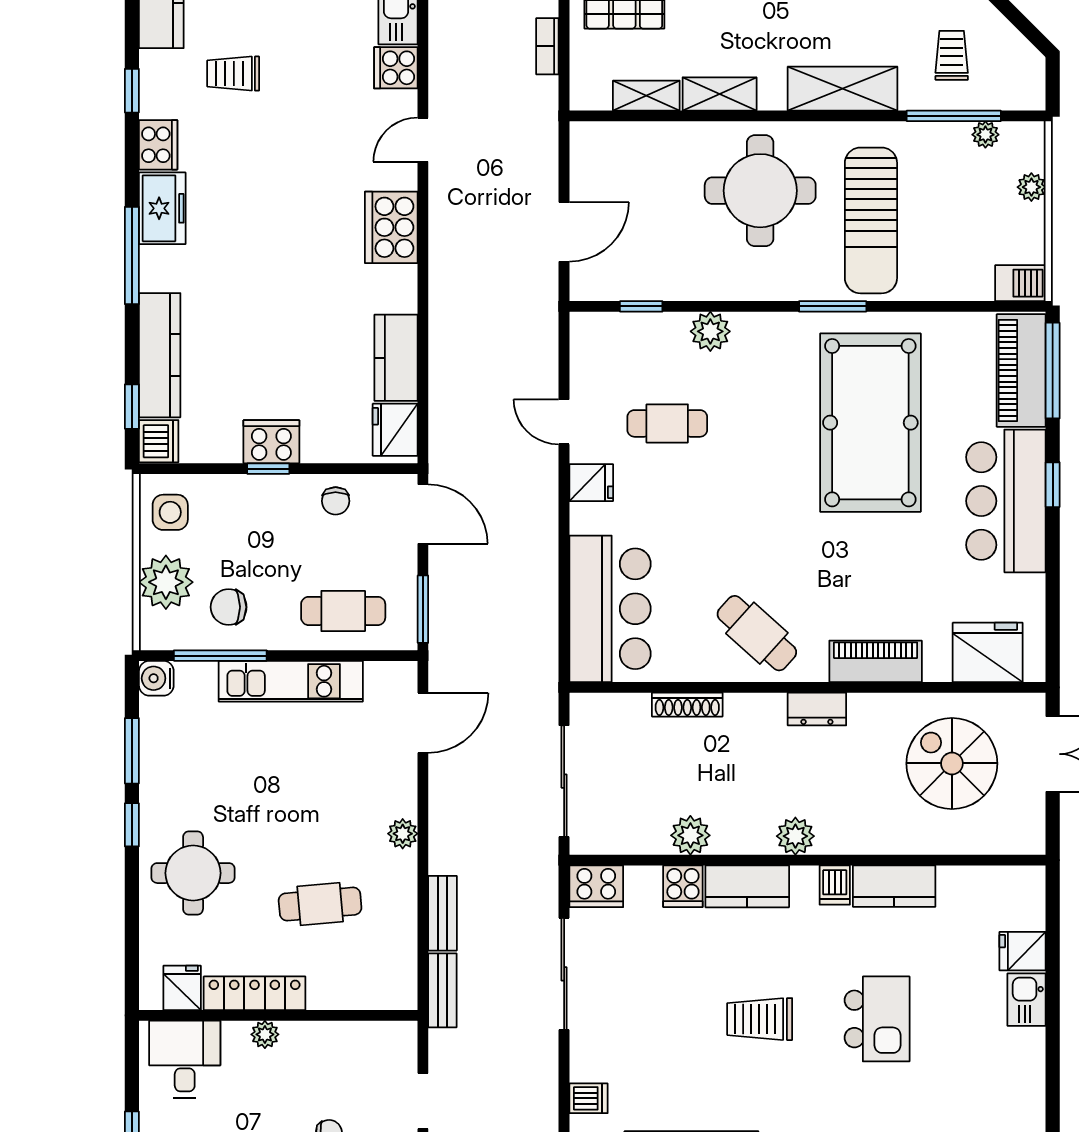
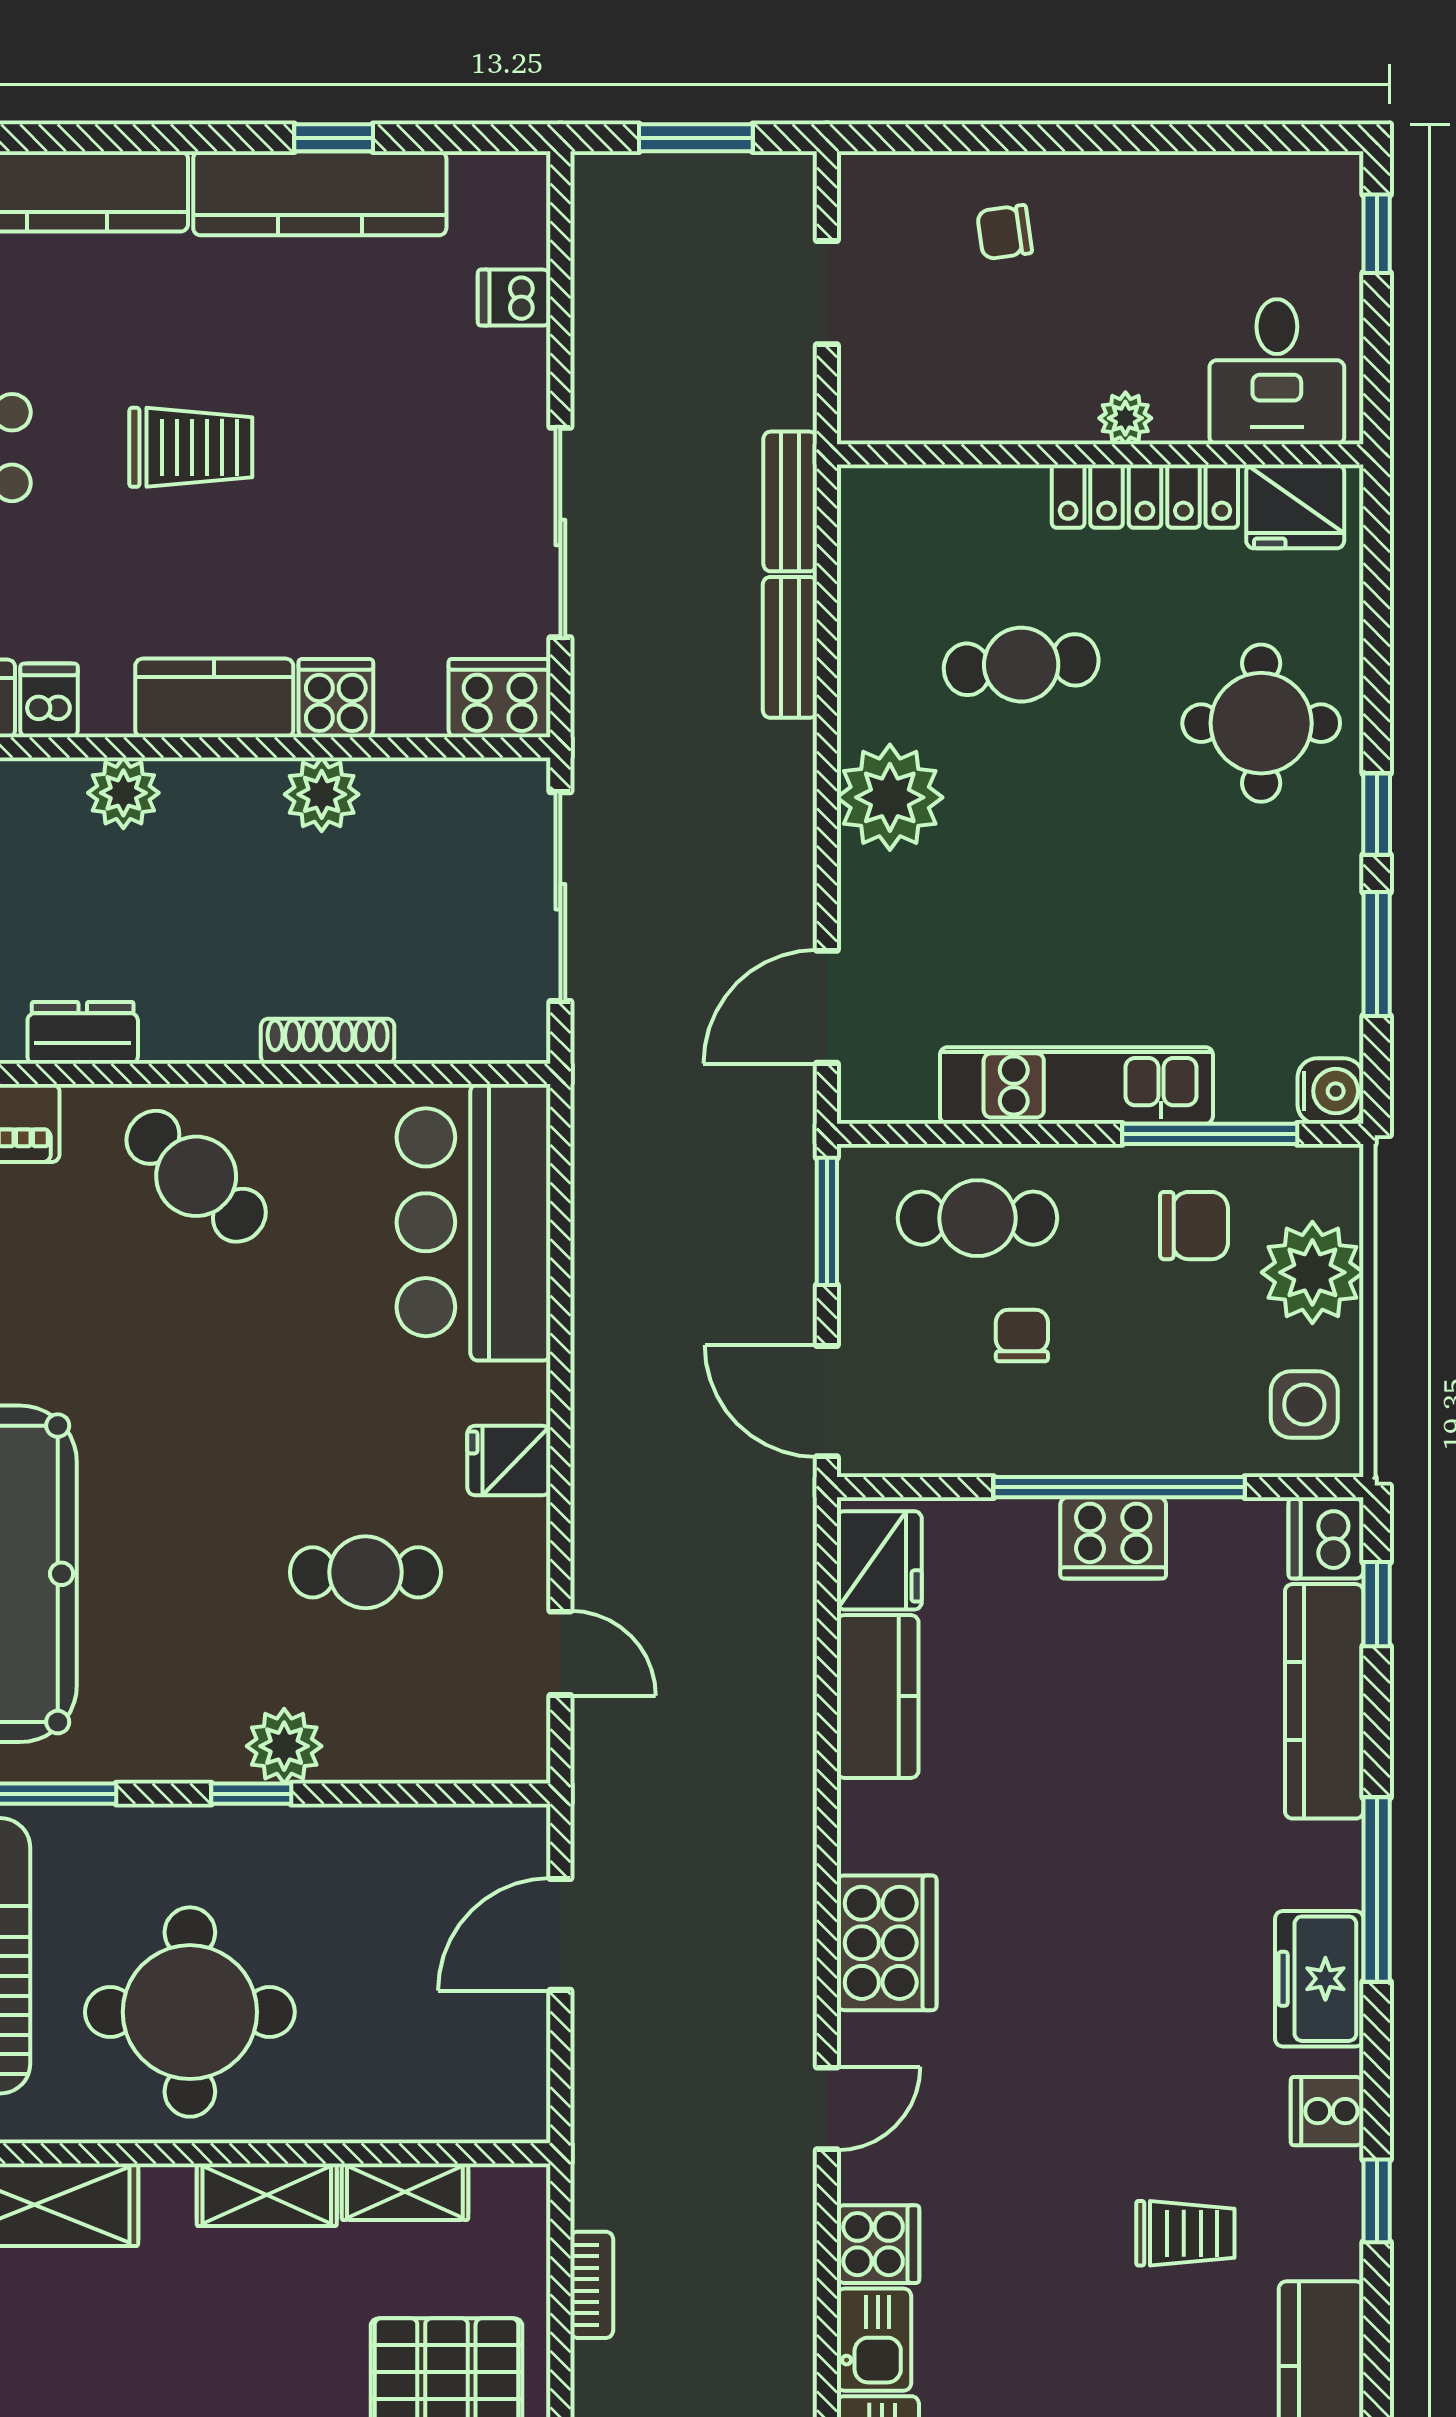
cooker: (158, 145) -> (1327, 2111), width x0.73
window: (641, 306) -> (251, 1794), moved
door: (564, 422) -> (560, 1653), moved
window: (268, 469) -> (1119, 1487), width x3.17
chair: (336, 501) -> (1022, 1336), moved
plant: (403, 834) -> (890, 797), width x1.88, depth x1.88
fridge: (182, 988) -> (1295, 506), width x1.38

